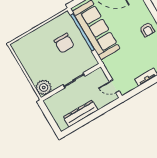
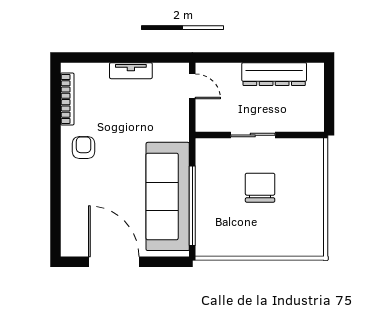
chair: (64, 43) -> (260, 188), moved
plant: (44, 87) -> (309, 153), removed

